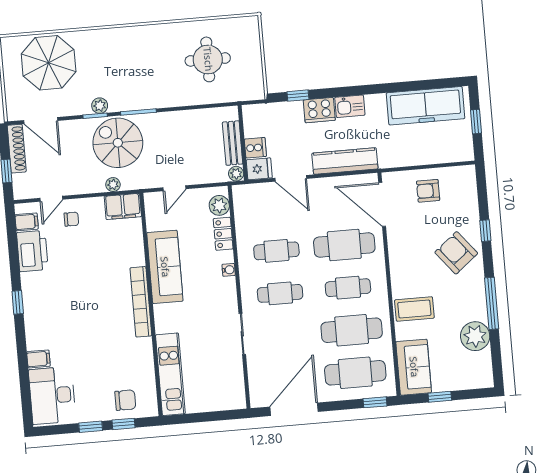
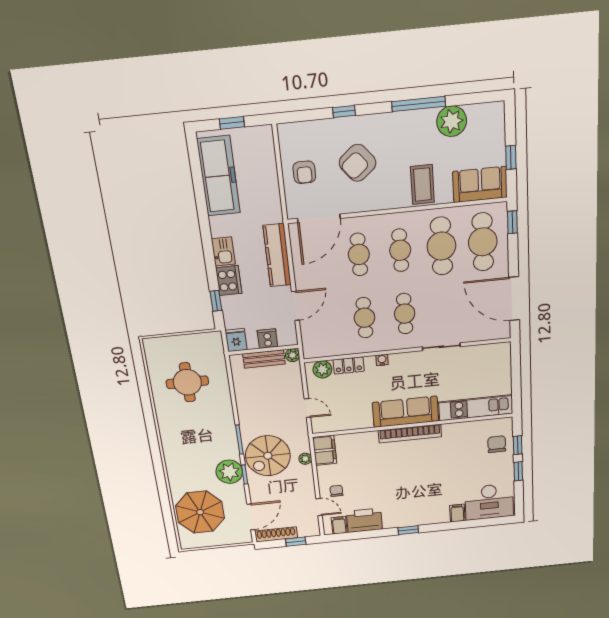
plant: (100, 106) -> (229, 472), width x1.87, depth x1.87
fridge: (259, 169) -> (236, 340), moved
cafe table: (344, 245) -> (359, 254), width x0.73, depth x0.74
armchair: (456, 253) -> (358, 163), moved
sofa: (165, 267) -> (405, 412), moved

